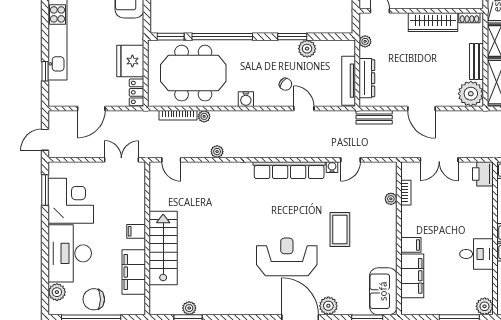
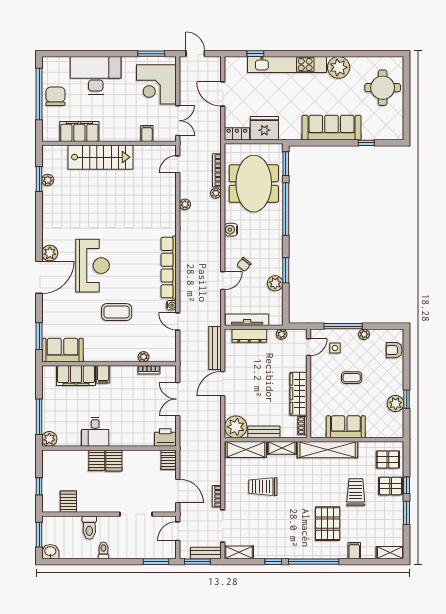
bench: (374, 117) -> (215, 348), width x1.36
corner desk: (71, 201) -> (156, 84), moved, turned 90
filing cabinet: (136, 231) -> (147, 133), moved
plant: (57, 292) -> (62, 64), removed
plant: (328, 306) -> (50, 253), moved

